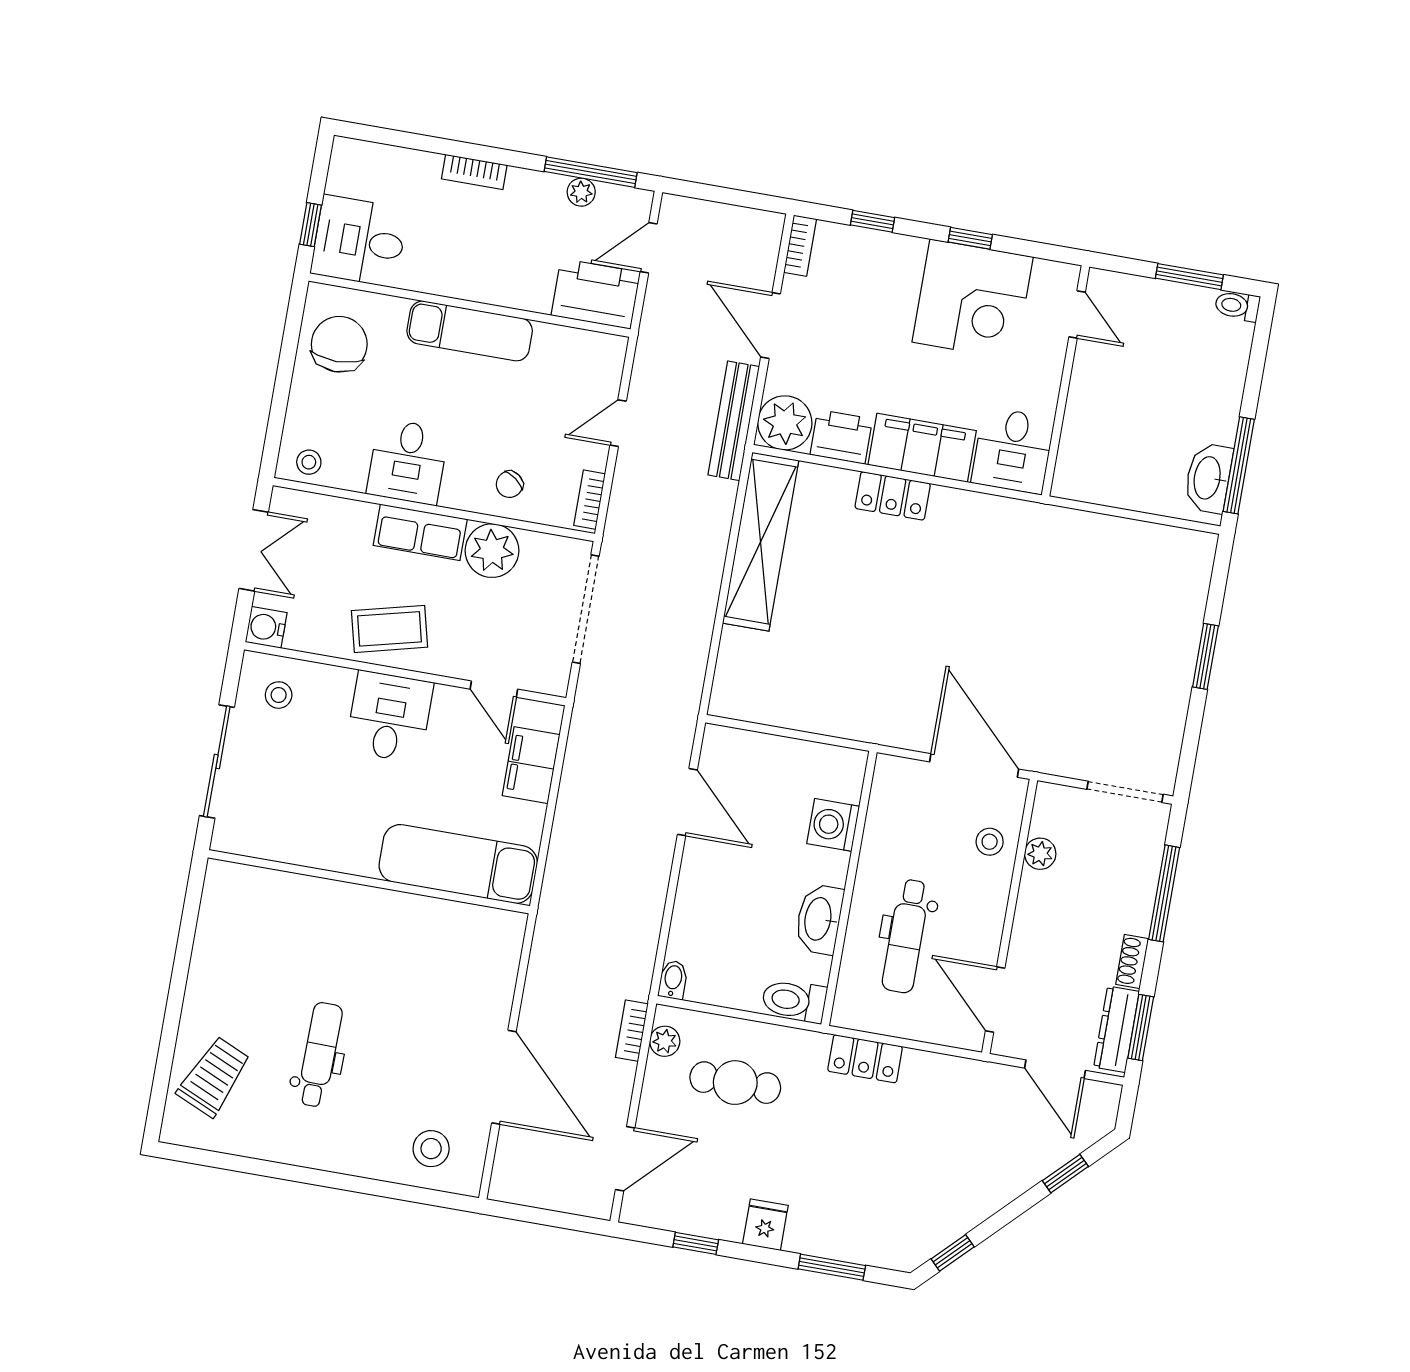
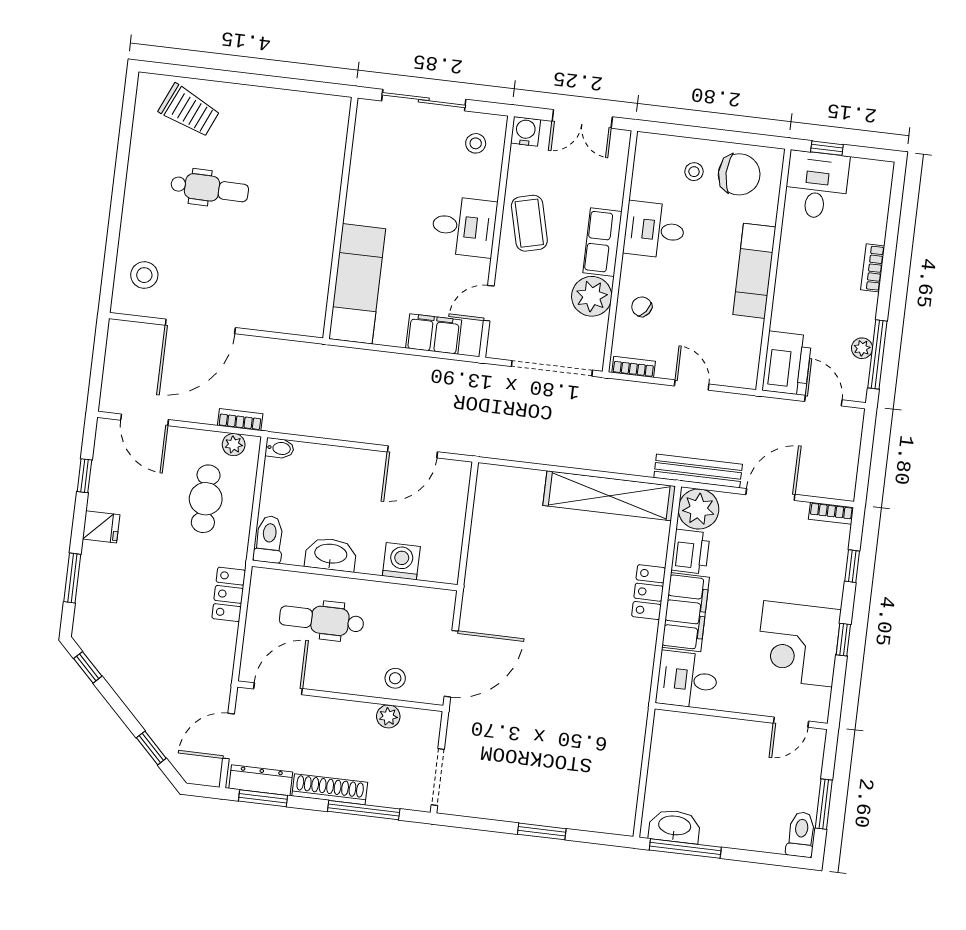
toilet: (1237, 306) -> (801, 834), width x1.37, depth x1.39
stool: (309, 462) -> (694, 172), moved
shoe rack: (1132, 961) -> (330, 789), width x1.94, depth x1.24

